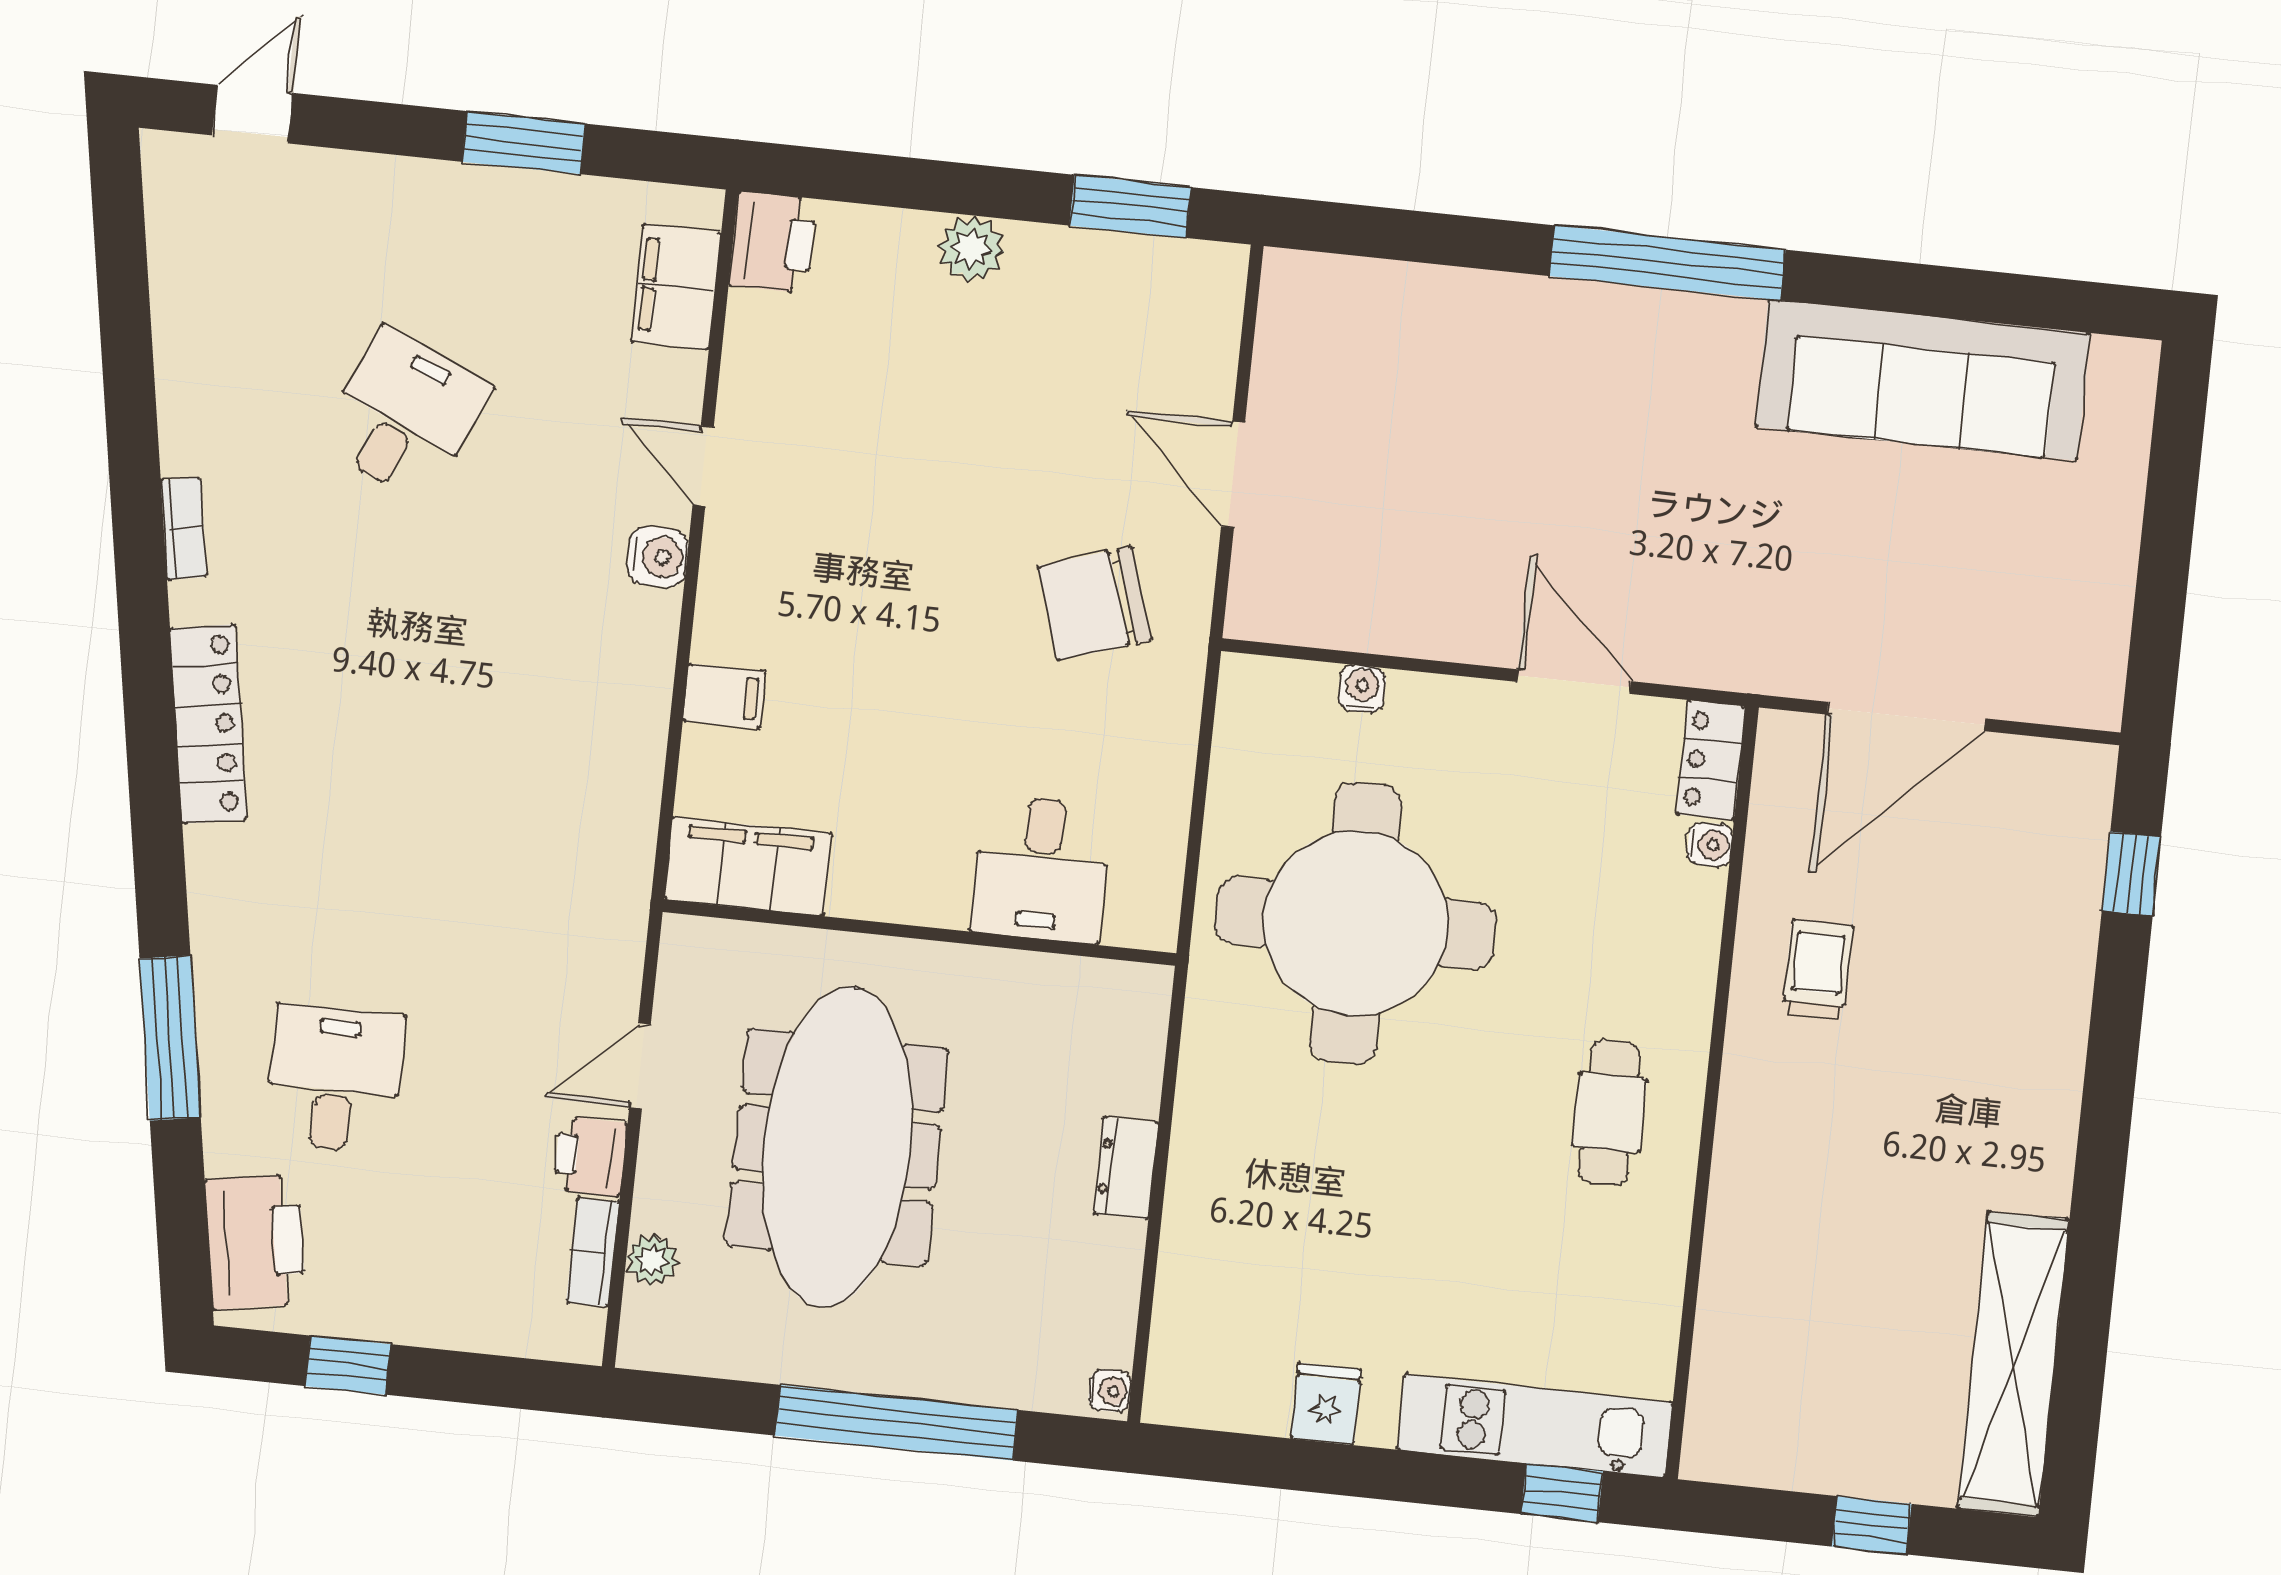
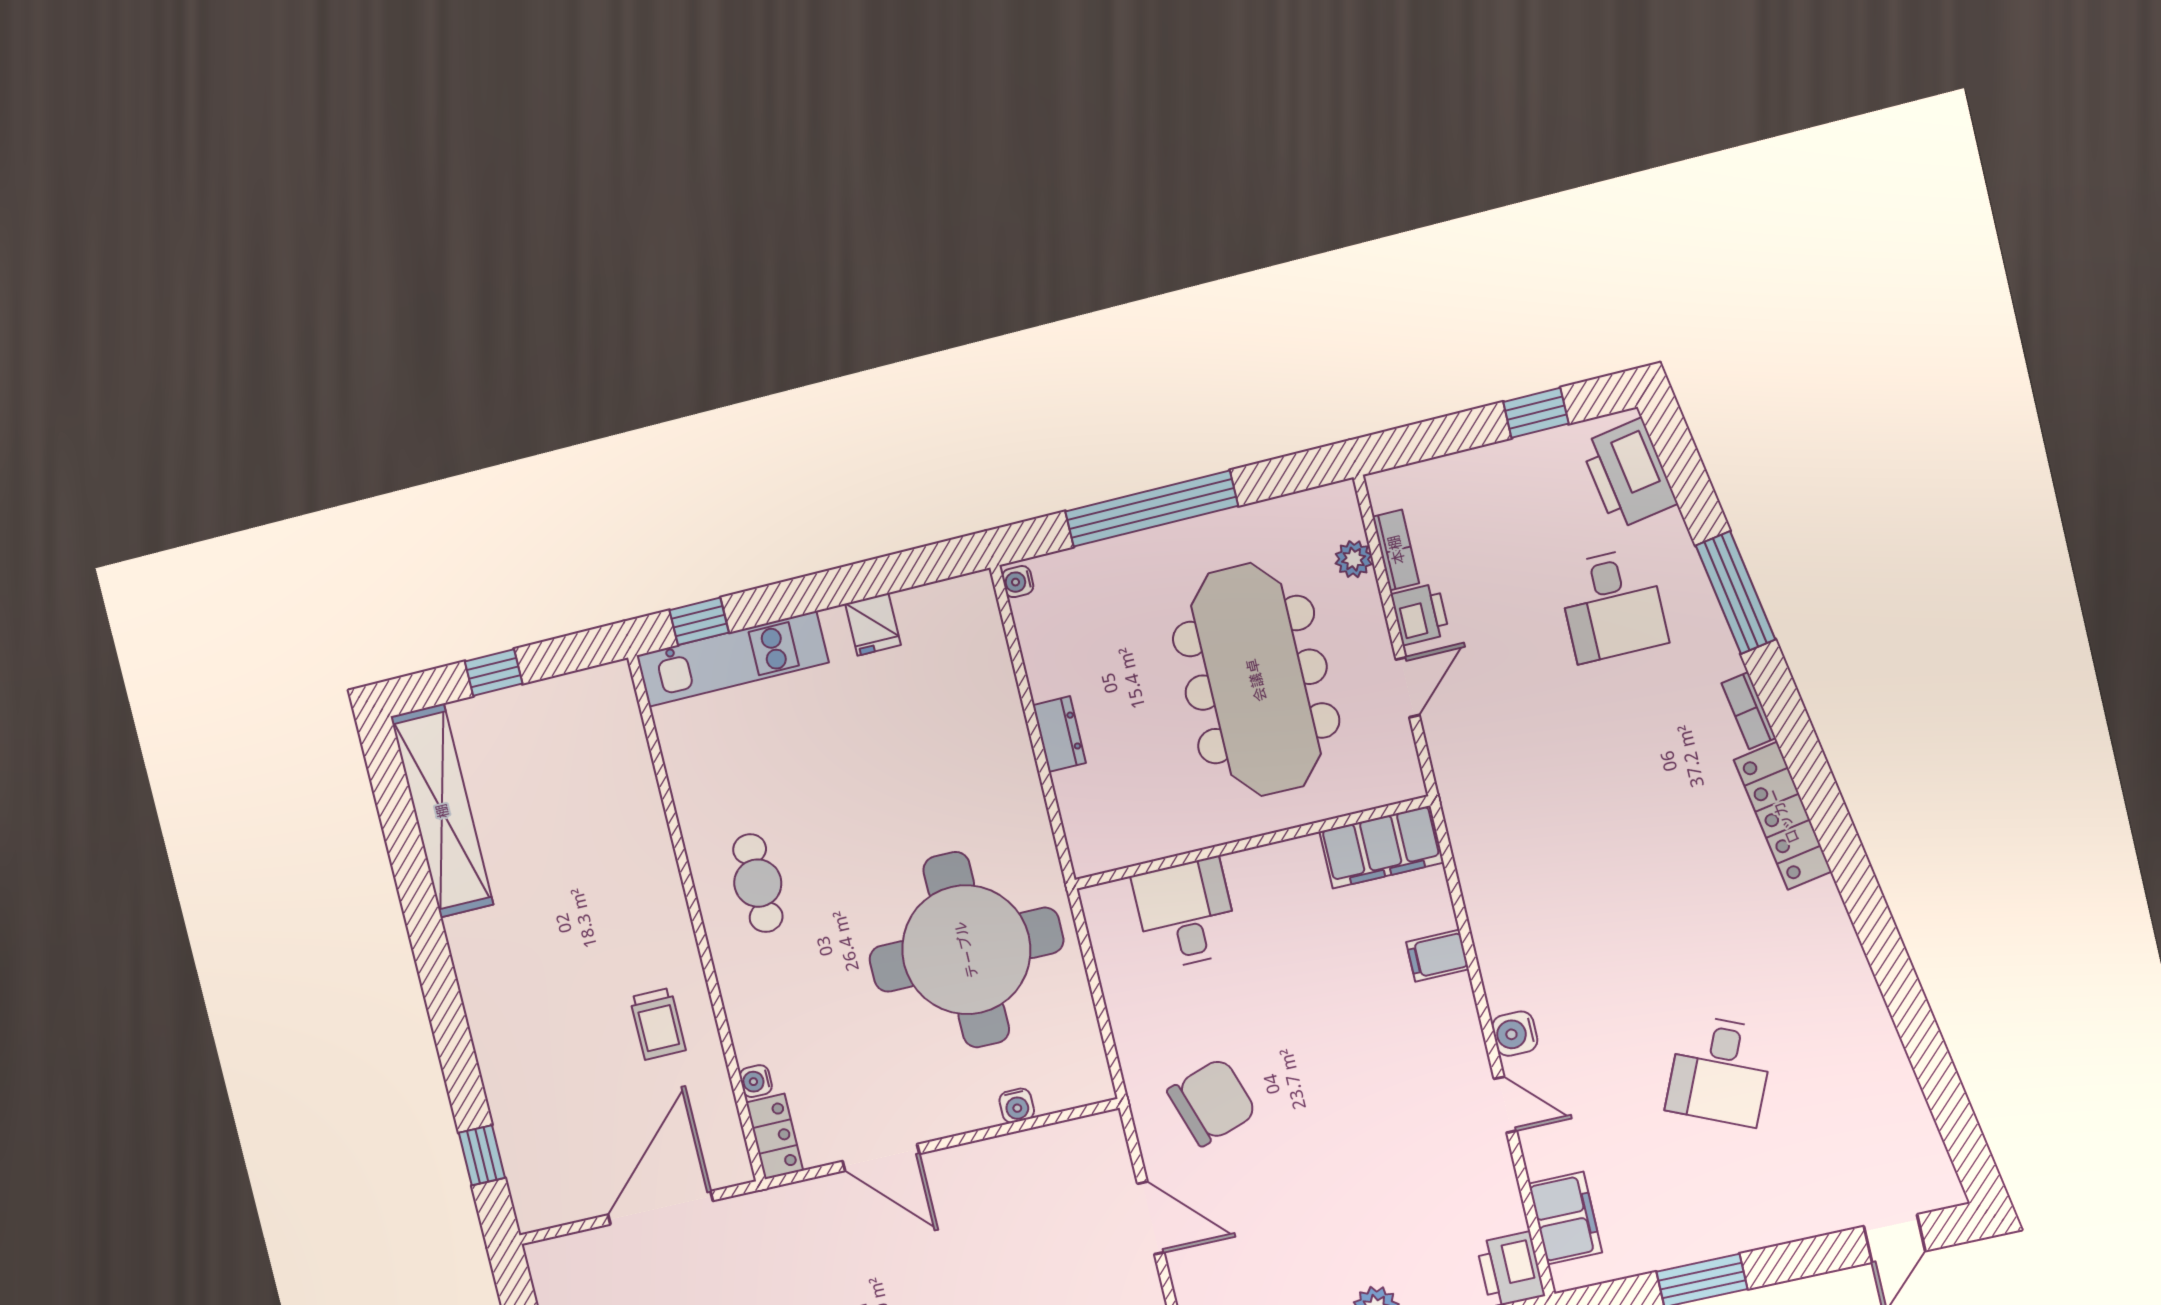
bookcase: (184, 529) -> (1749, 711), moved

